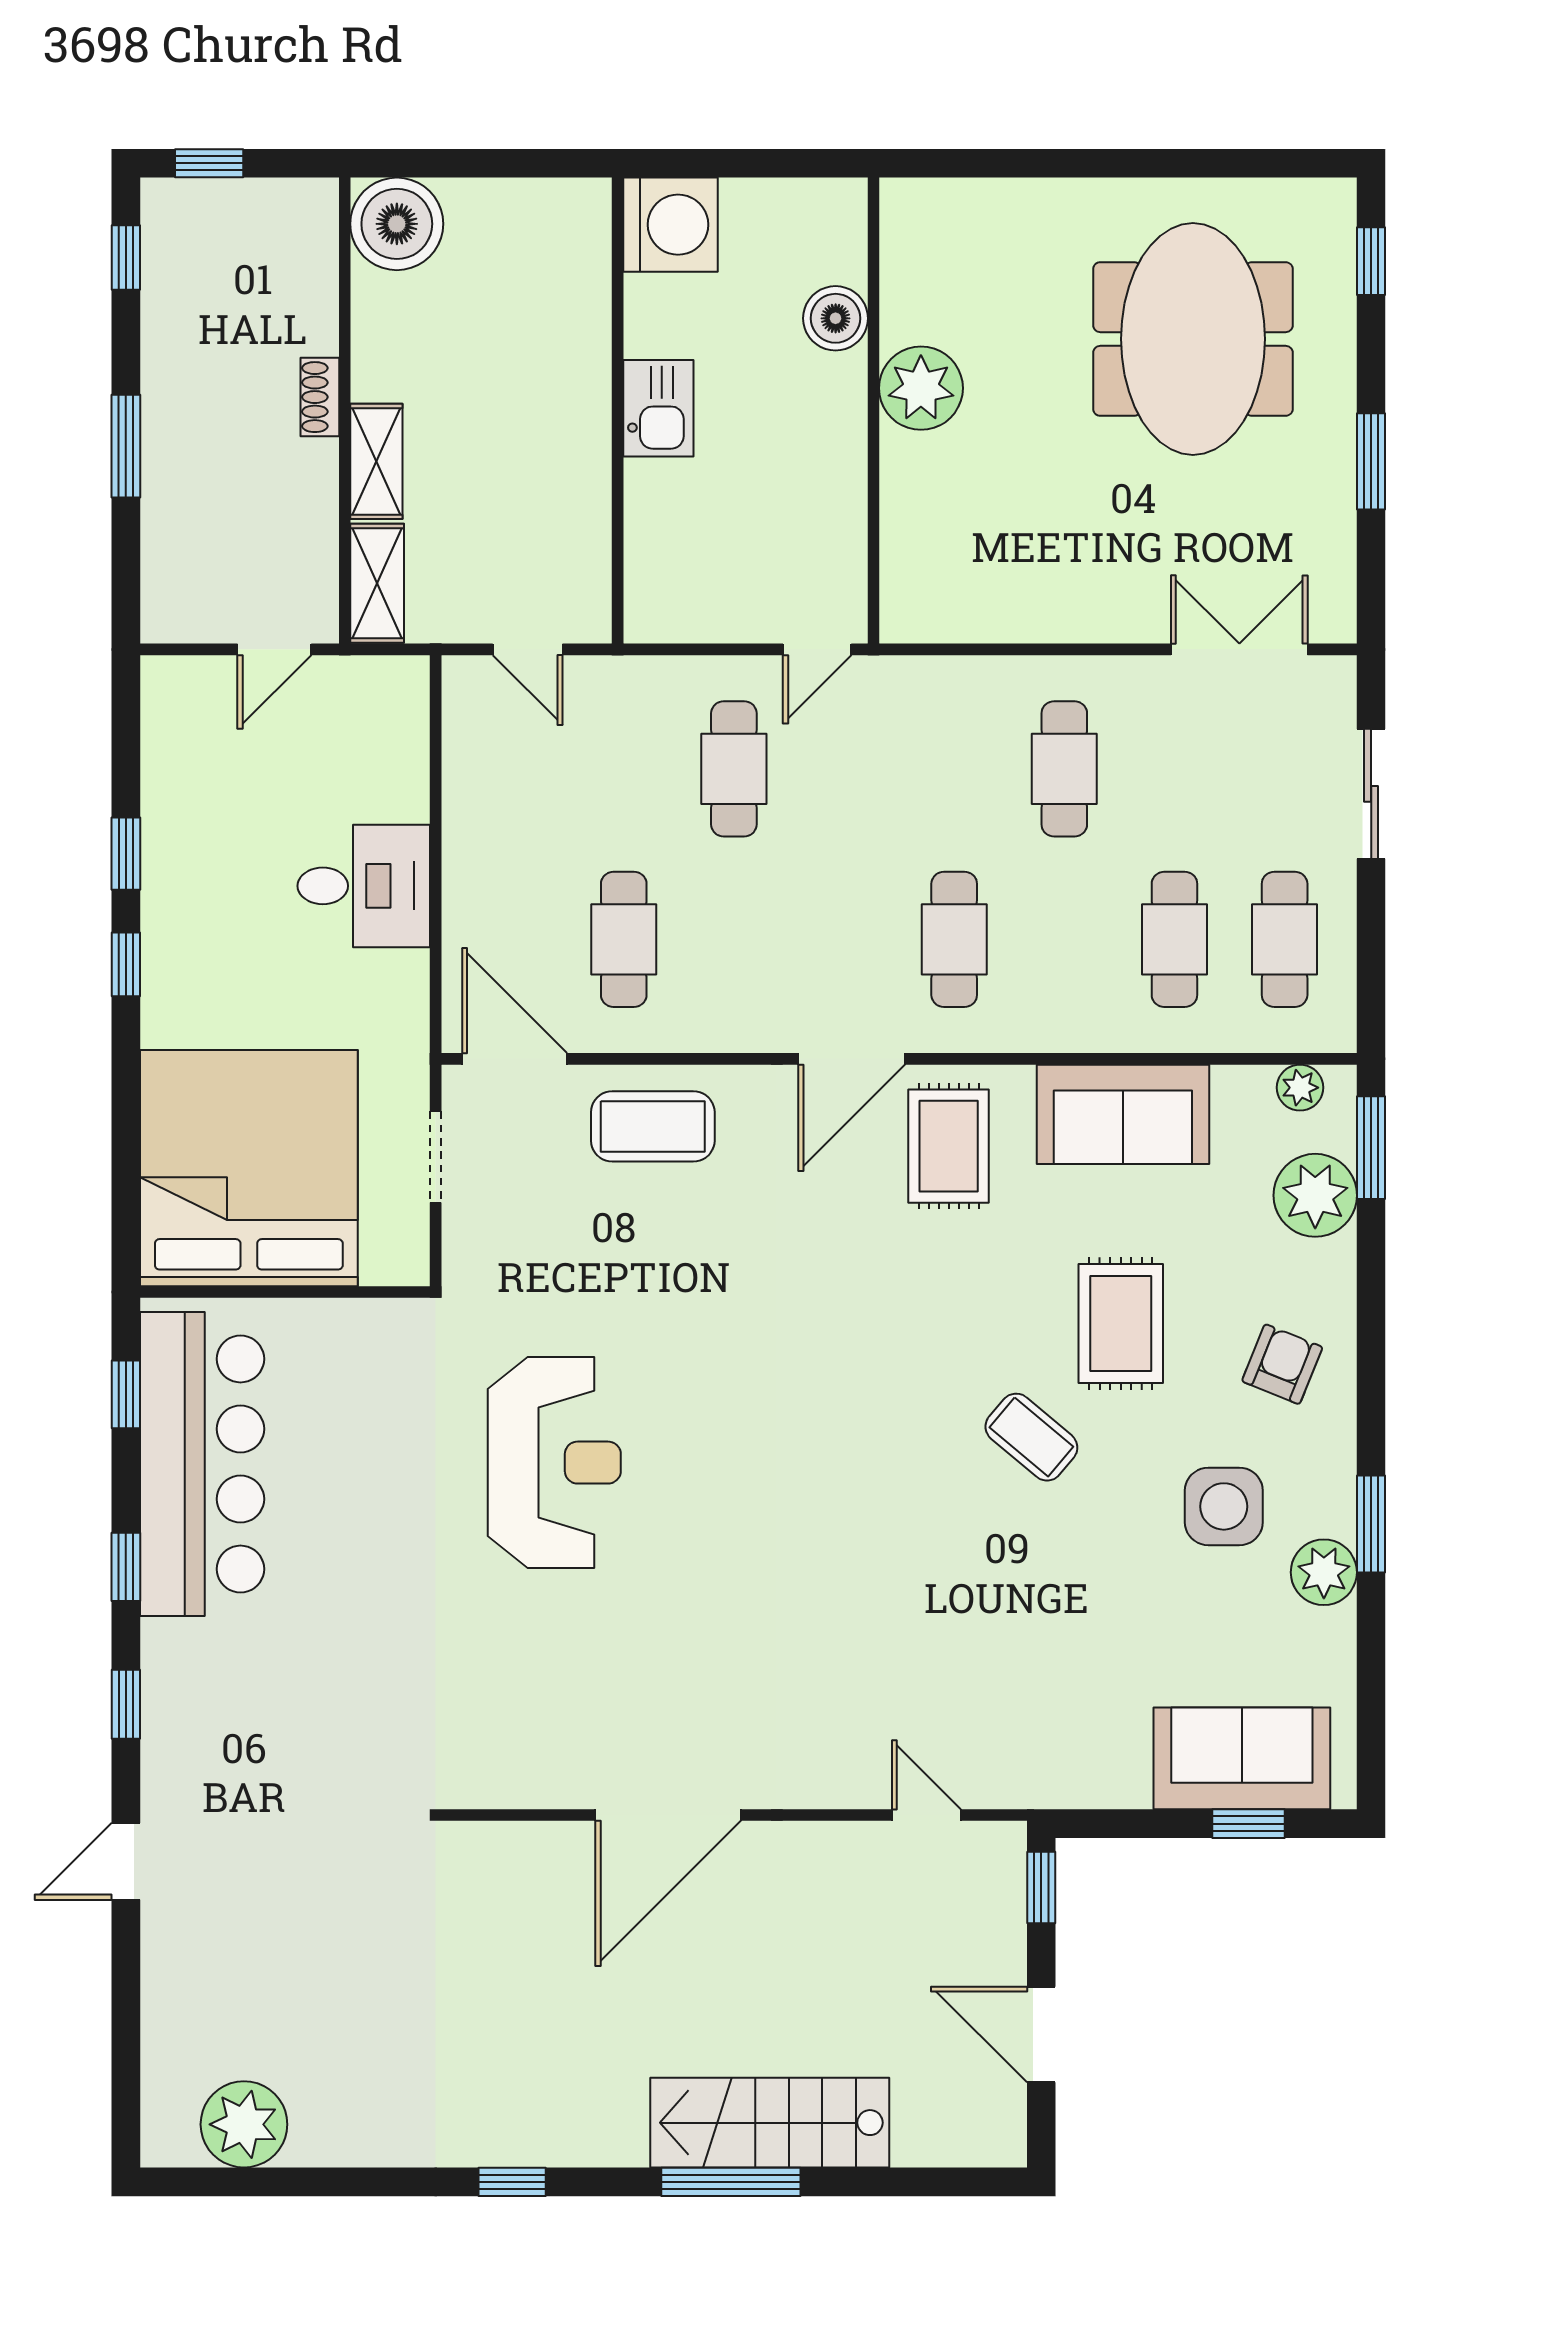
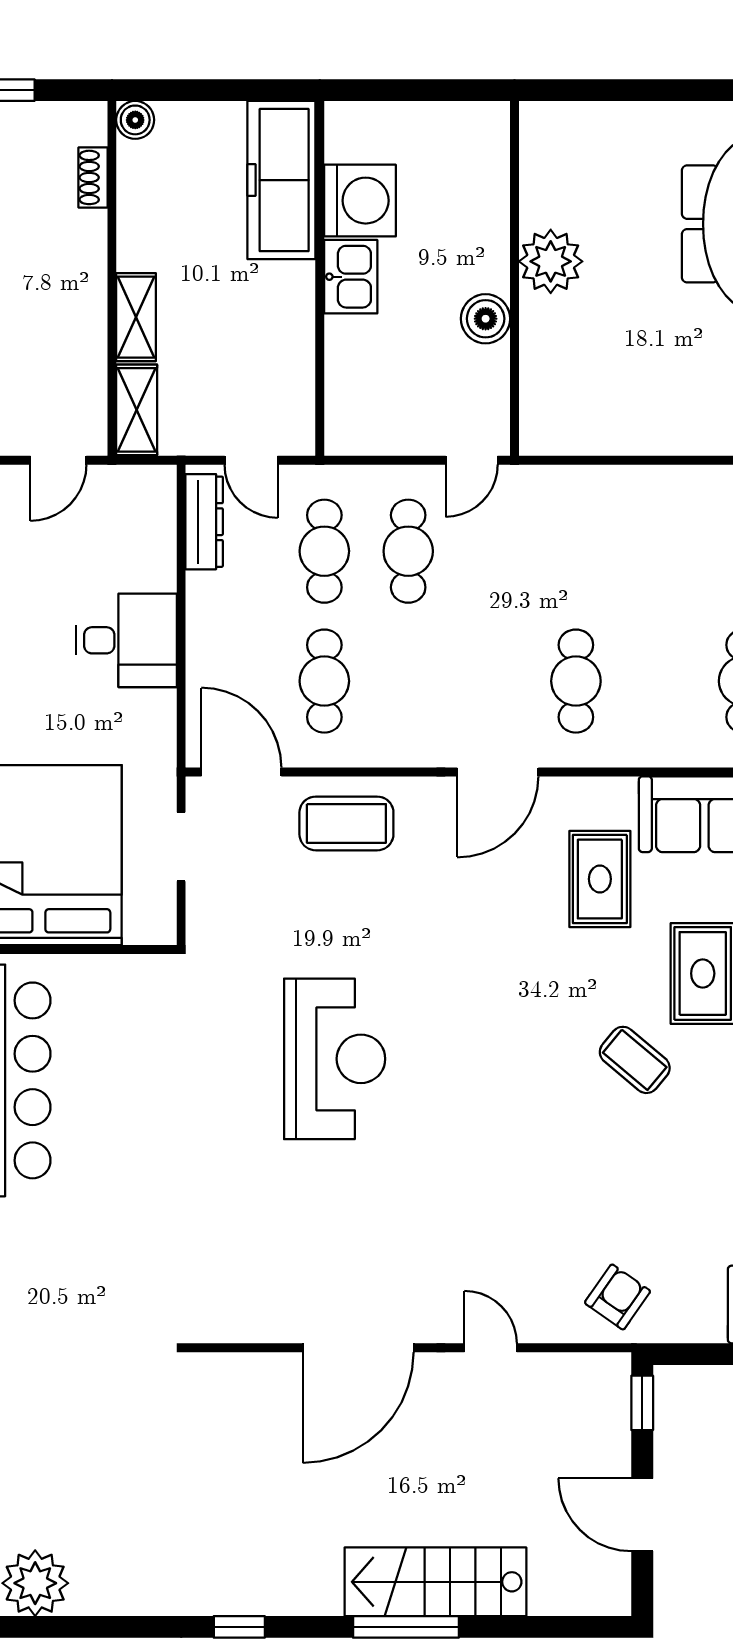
boiler: (397, 224) -> (135, 120), width x0.54, depth x0.54
washing machine: (670, 225) -> (360, 201), moved
freezer: (567, 281) -> (281, 180), added
boiler: (836, 318) -> (486, 319), moved
shoe rack: (320, 397) -> (93, 177), moved
dresser: (466, 730) -> (204, 522), added
cafe table: (1064, 769) -> (324, 551), moved
rug: (949, 1146) -> (600, 879), moved
reception desk: (554, 1463) -> (335, 1059), moved
armchair: (1009, 1748) -> (618, 1297), added
door: (926, 1815) -> (491, 1348), moved

